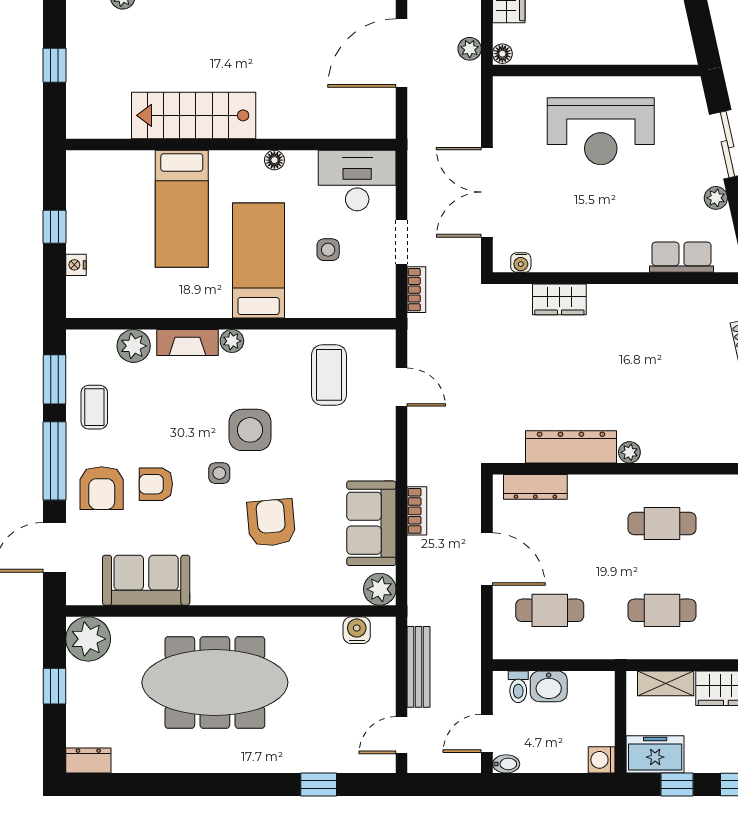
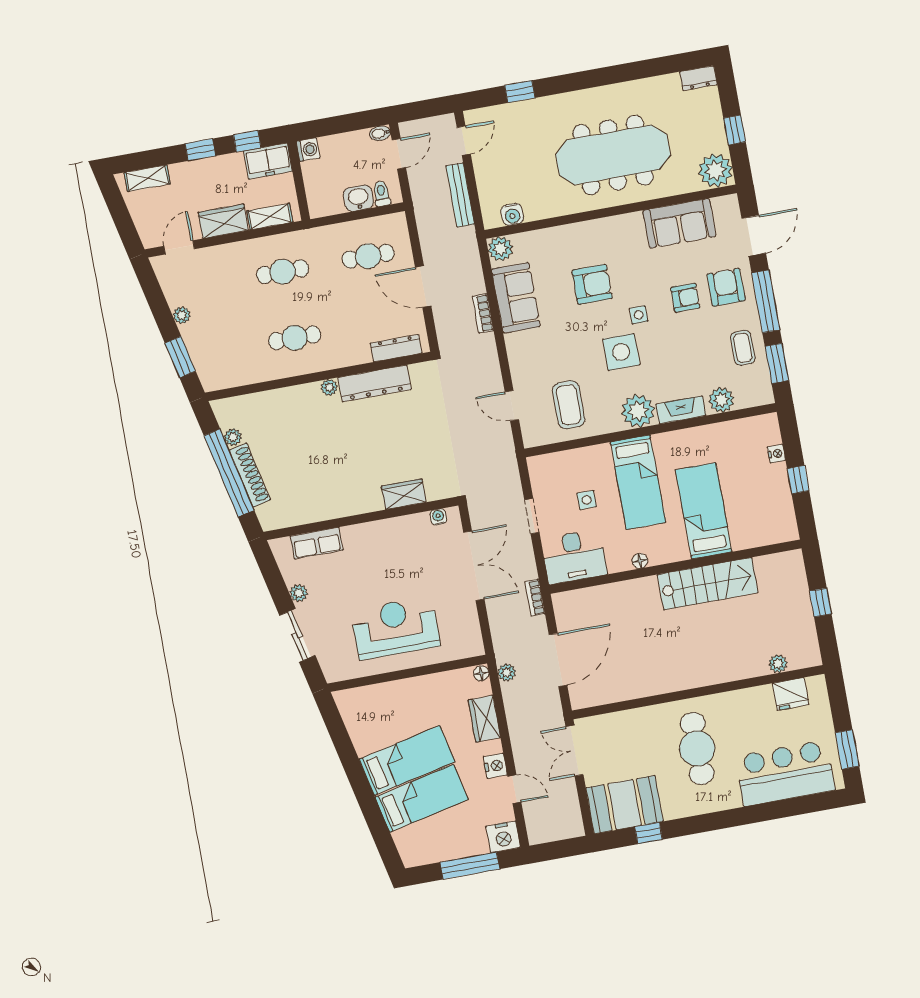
bookcase: (416, 290) -> (535, 598), moved
plant: (232, 341) -> (638, 411), width x1.88, depth x1.88
armchair: (271, 523) -> (592, 284), turned -85

